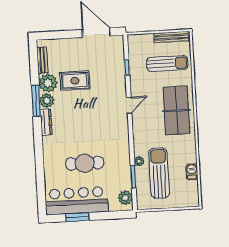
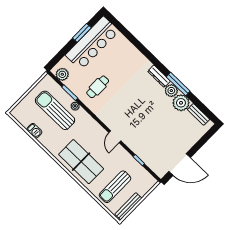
rug: (75, 81) -> (165, 120), removed
cafe table: (85, 163) -> (98, 87), moved, width x0.73, depth x0.74
sun lounger: (159, 173) -> (55, 110), turned 180

